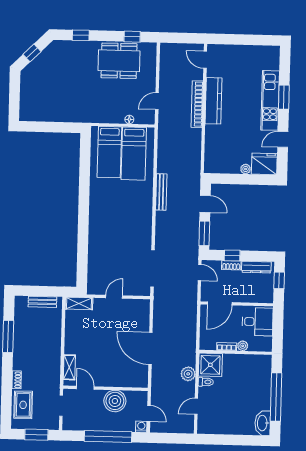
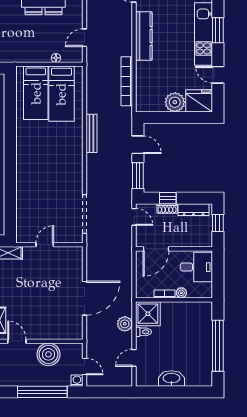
bookcase: (197, 104) -> (127, 81), moved
door: (283, 139) -> (218, 75), hinge flipped
plant: (246, 169) -> (175, 102), width x1.88, depth x1.88
door: (150, 348) -> (84, 298), swing flipped
washbasin: (263, 423) -> (171, 379), moved, turned 90

